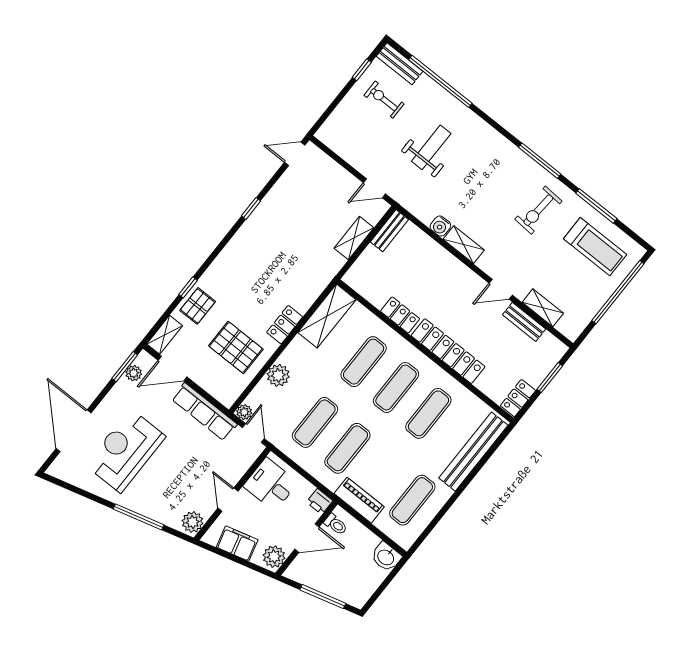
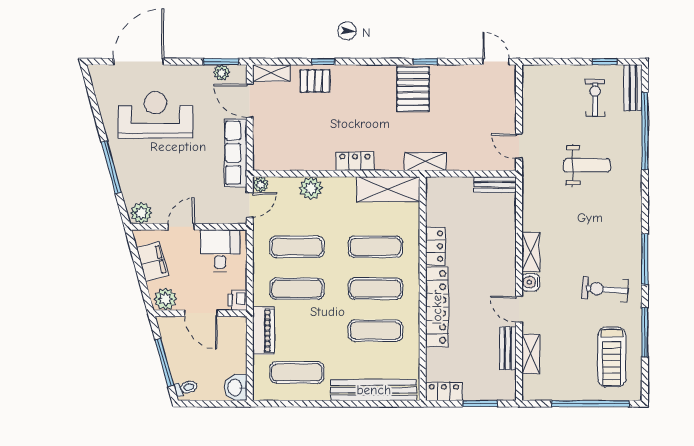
water cooler: (440, 226) -> (531, 282), moved
shelving: (354, 238) -> (425, 161), moved
pallet: (236, 347) -> (413, 89), moved
toilet: (336, 524) -> (186, 388), moved, turned -105

